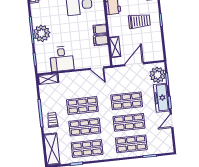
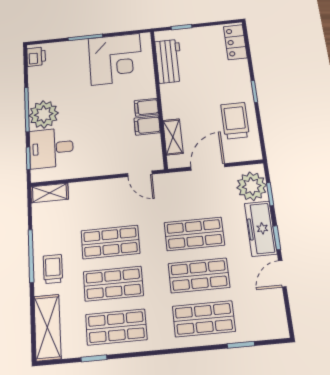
trolley: (139, 21) -> (235, 121), moved, turned -90
desk: (62, 59) -> (51, 148), moved, turned 90

